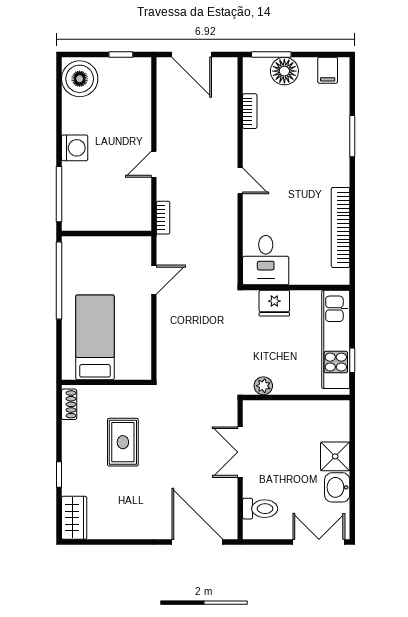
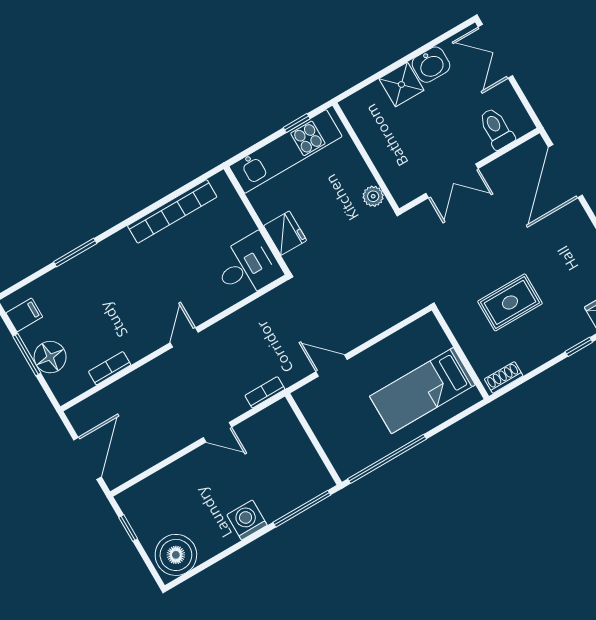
window: (271, 55) -> (27, 355), moved

